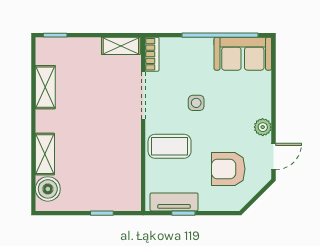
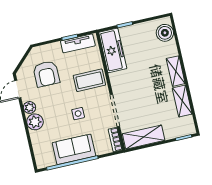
shelving: (121, 46) -> (144, 137), width x1.50, depth x1.33
sofa: (243, 54) -> (74, 149), moved
plant: (260, 105) -> (35, 122), added
shelving: (45, 154) -> (176, 71), moved
armchair: (228, 169) -> (46, 74), turned 90
freezer: (127, 181) -> (113, 50), added

